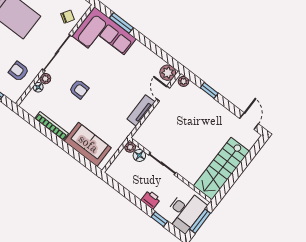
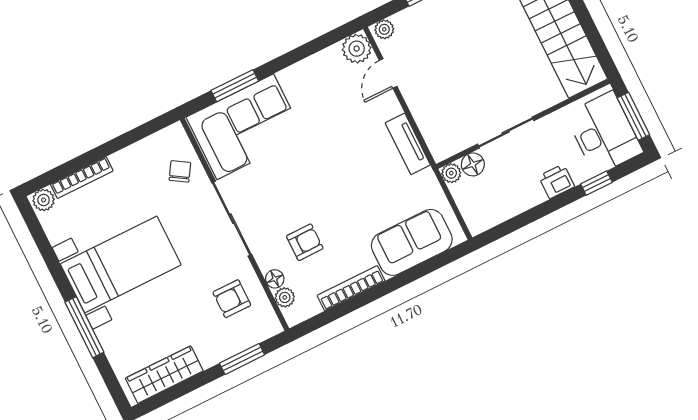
plant: (45, 79) -> (285, 297), moved
armchair: (79, 89) -> (305, 242), moved
door: (163, 94) -> (388, 73), hinge flipped
tv unit: (141, 110) -> (408, 144), moved

